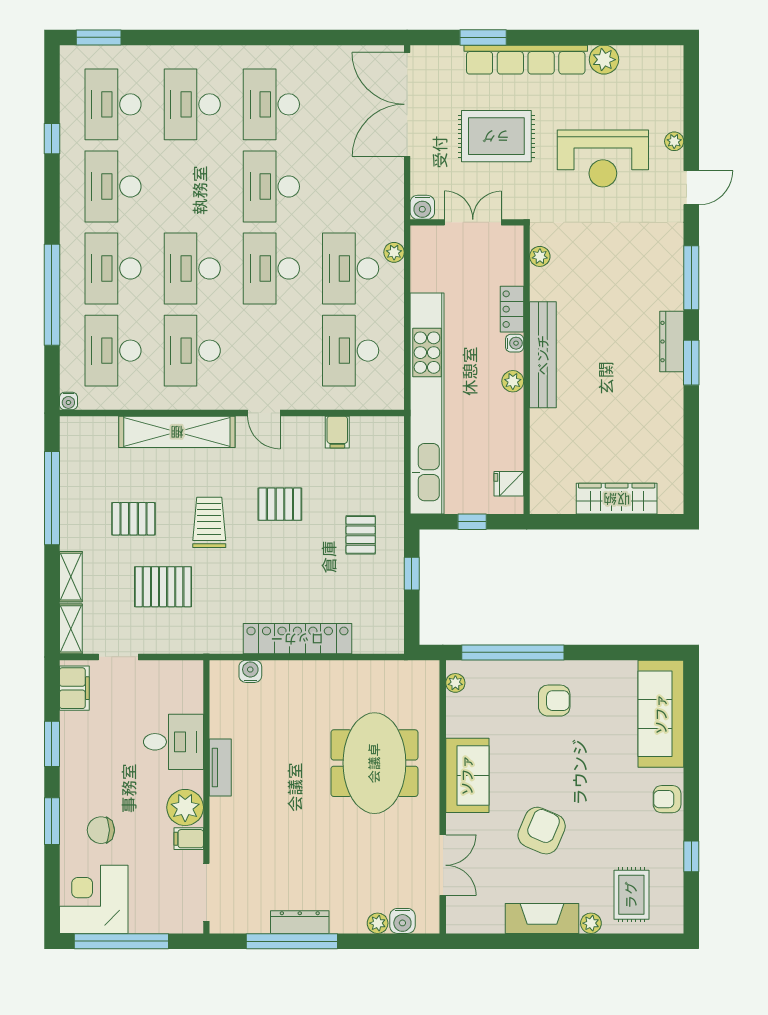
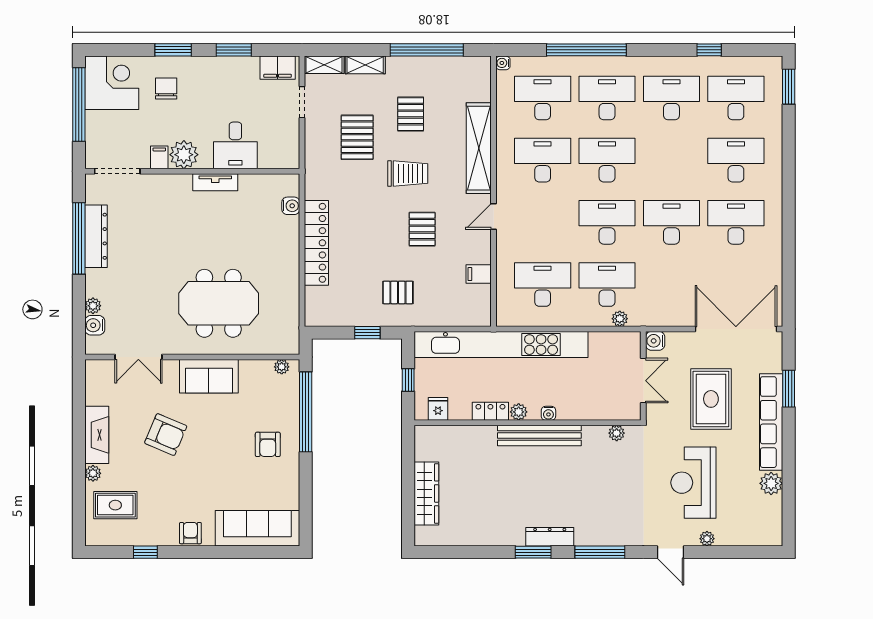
locker: (512, 309) -> (490, 411), moved
dresser: (300, 922) -> (96, 236), width x1.37, depth x1.24

